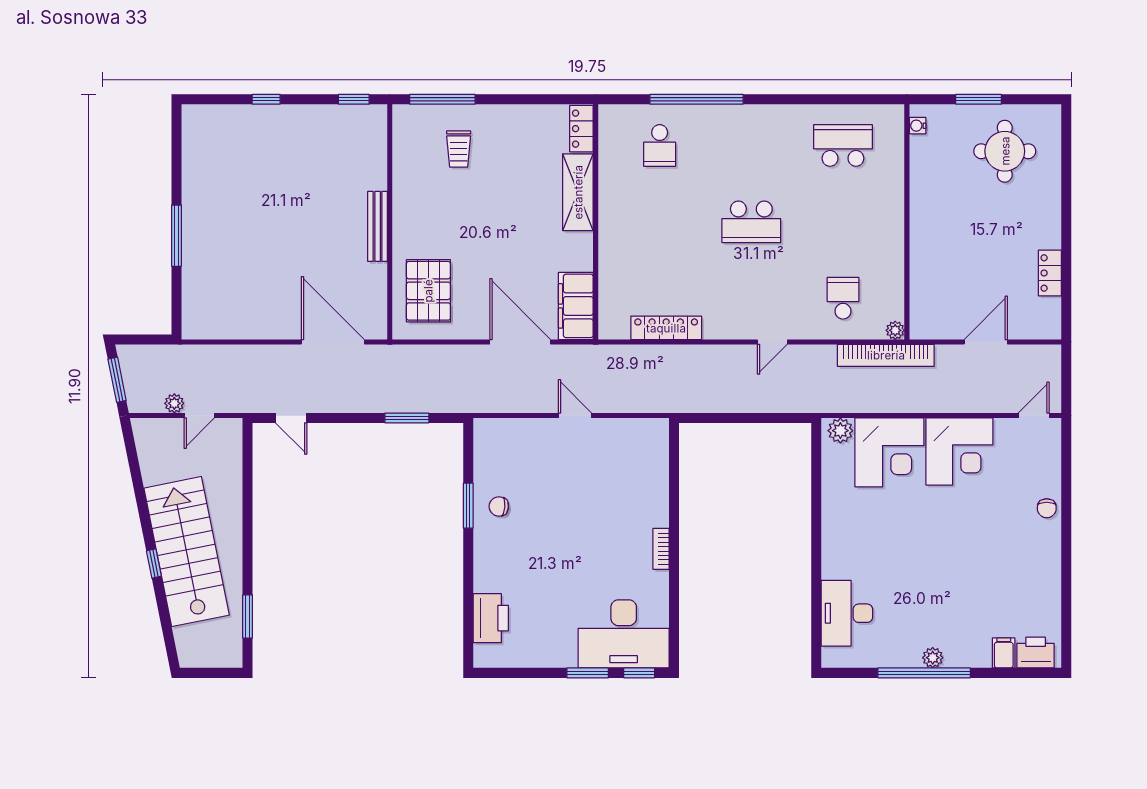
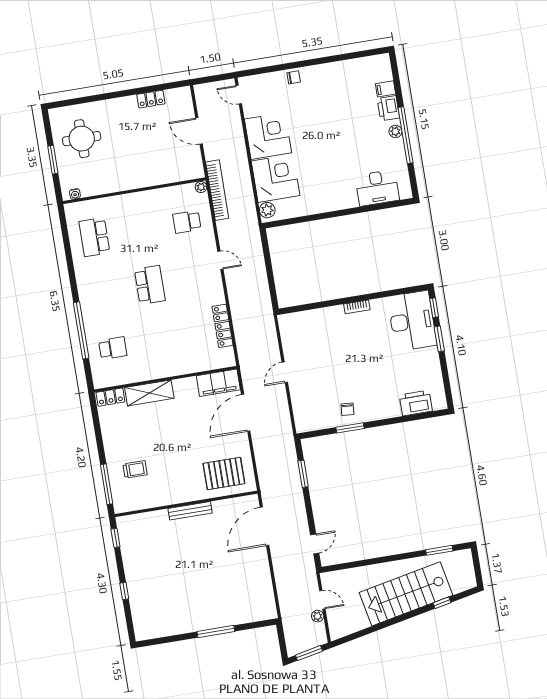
window: (154, 564) -> (442, 603), moved
printer: (1036, 653) -> (388, 108), moved

